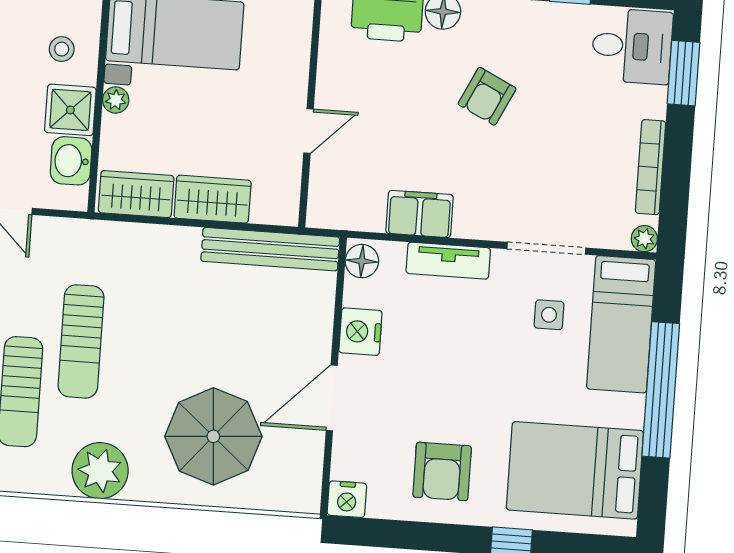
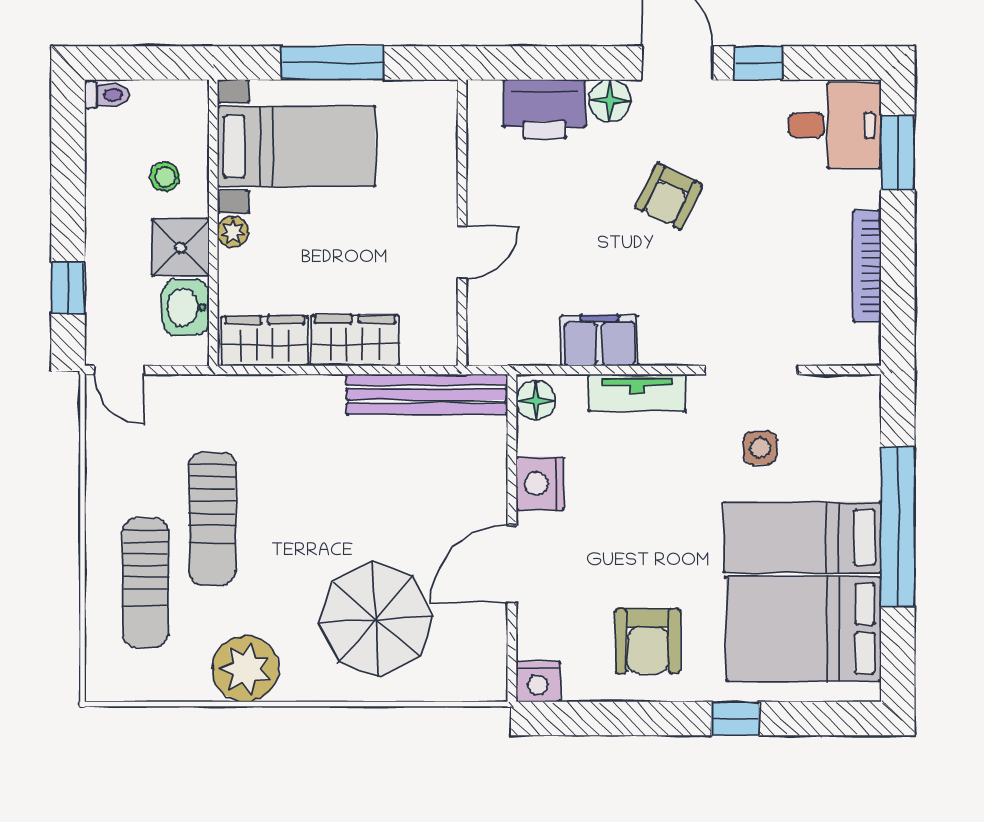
plant: (644, 239) -> (866, 350), removed
bed: (621, 324) -> (802, 537), moved, turned 90

